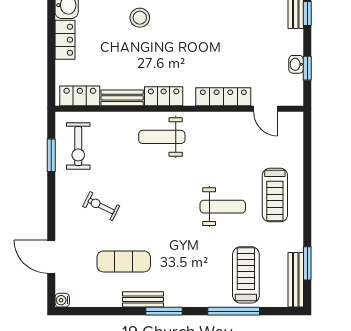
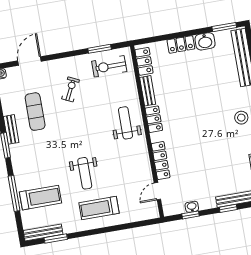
stool: (140, 18) -> (205, 93), removed

